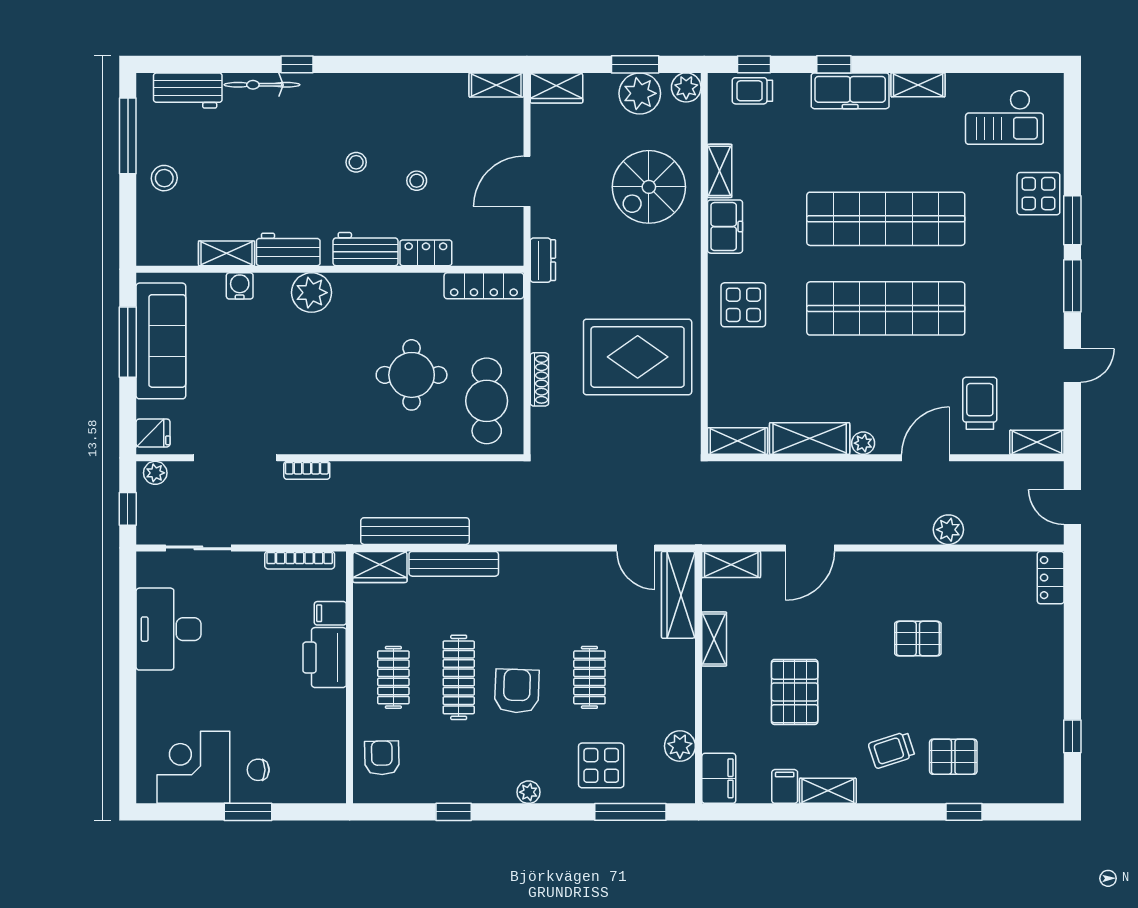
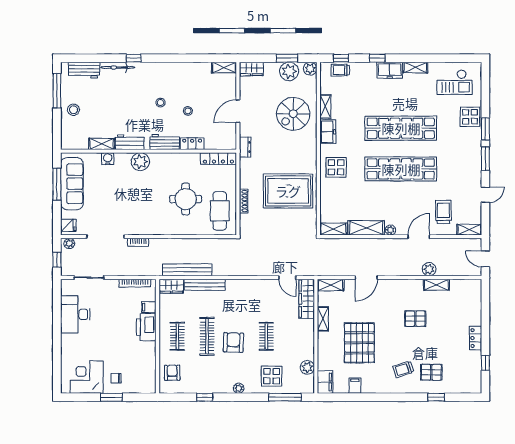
freezer: (850, 91) -> (390, 70), width x0.71
locker: (1051, 578) -> (475, 338), moved
pallet: (795, 692) -> (359, 343), width x1.37, depth x1.41
shelving: (828, 791) -> (436, 285), moved

